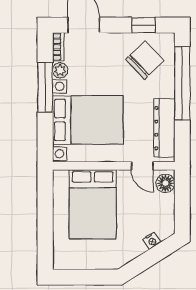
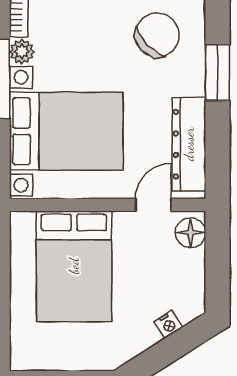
window: (182, 83) -> (217, 73), width x0.47
door: (142, 166) -> (153, 205), swing flipped

